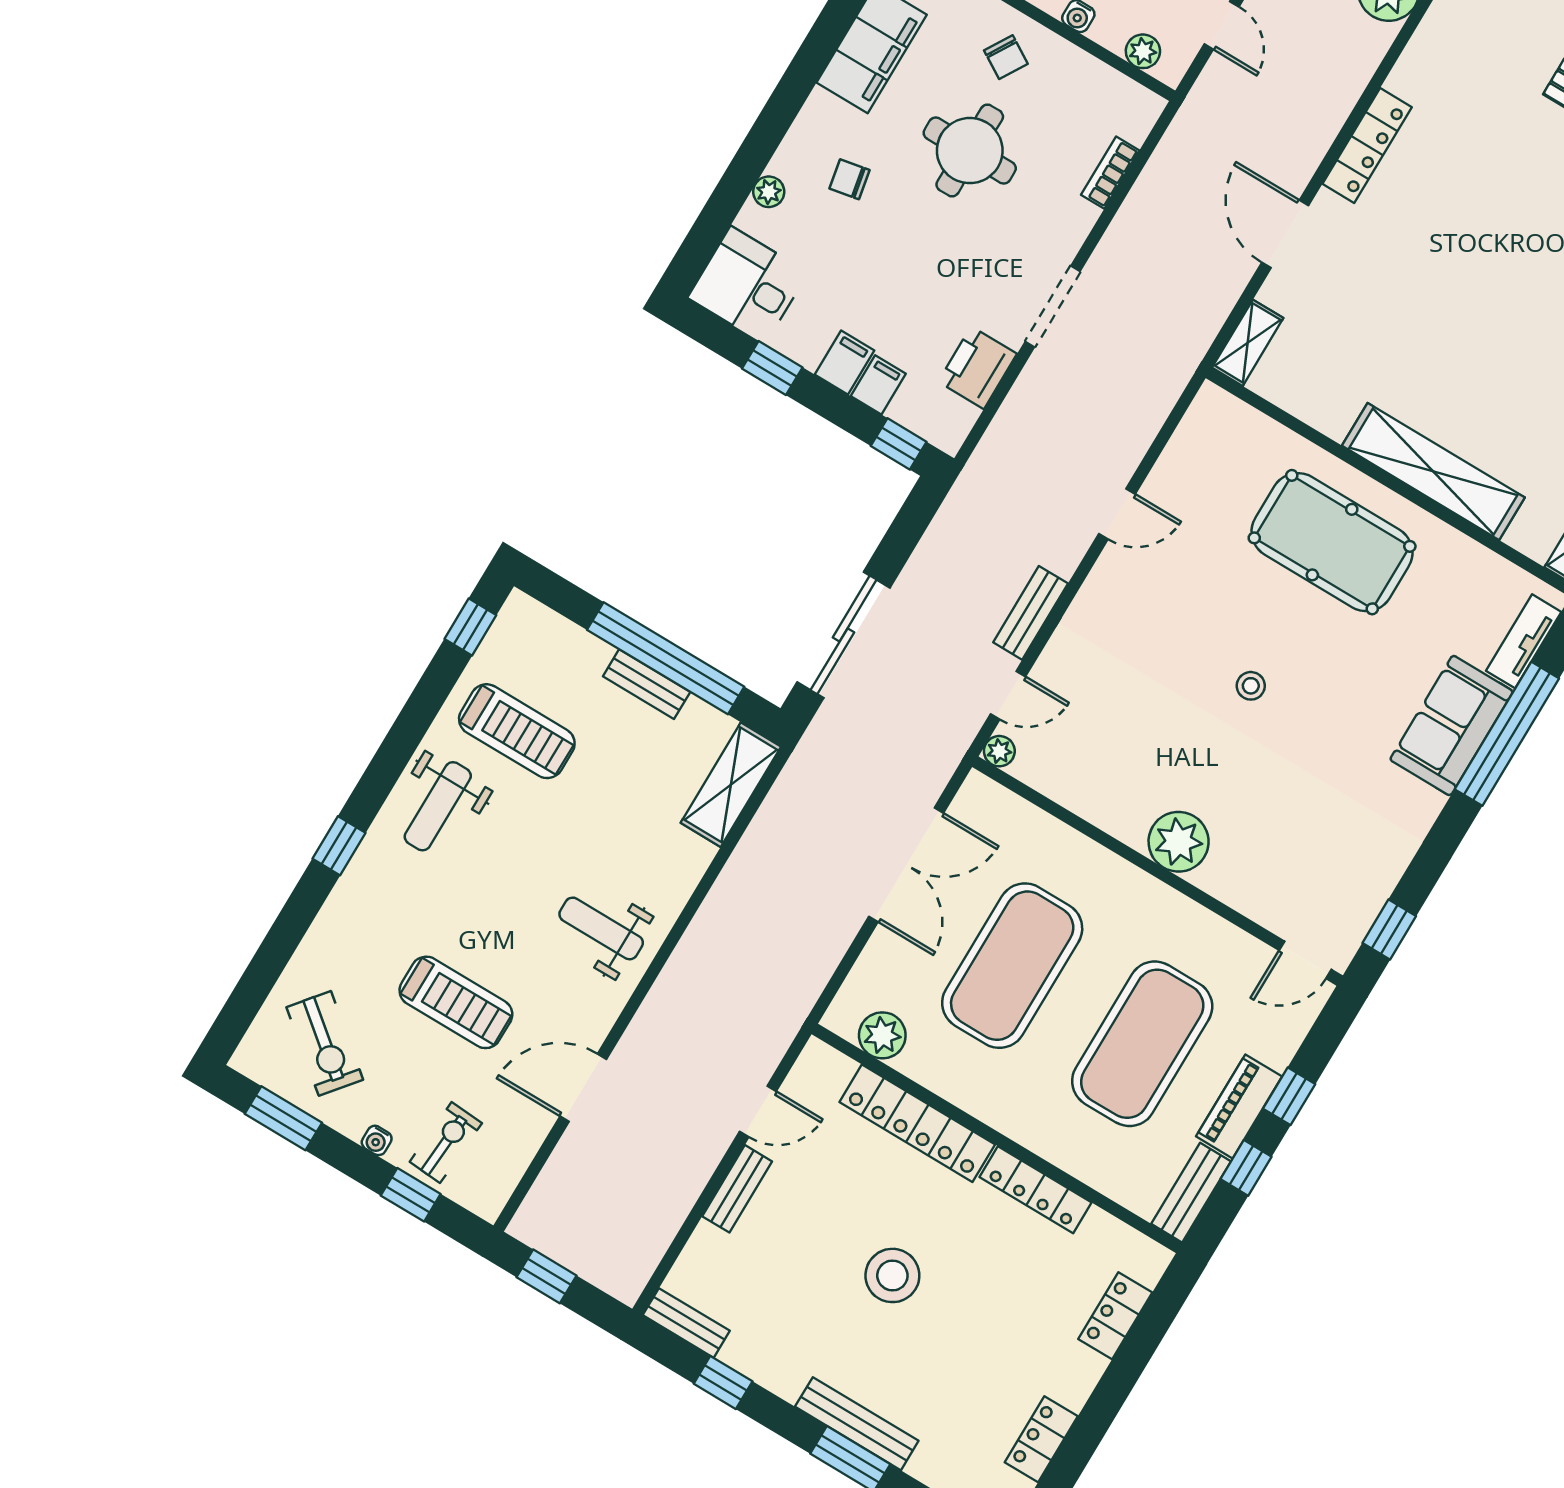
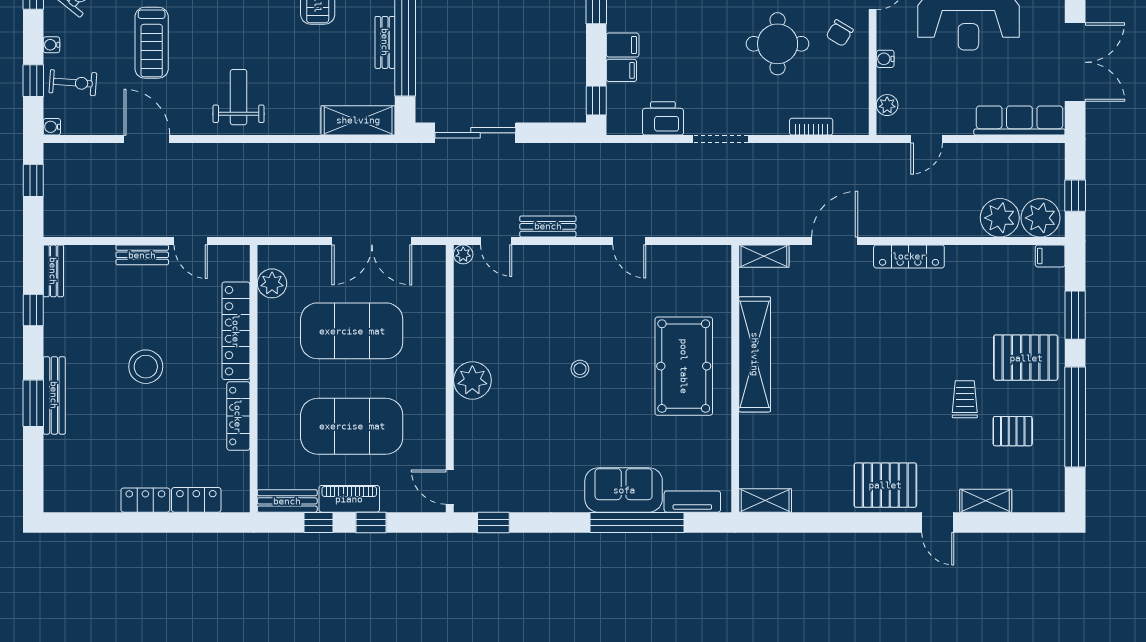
shelving: (1433, 472) -> (755, 354), moved
water cooler: (489, 1207) -> (52, 127), added
locker: (1041, 1439) -> (145, 500), moved

